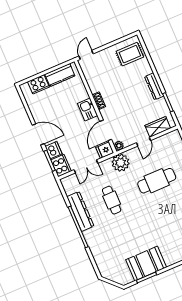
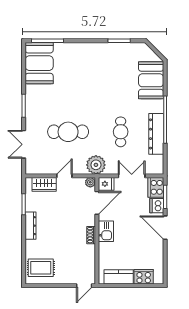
booth: (146, 264) -> (151, 80), moved, turned 90

